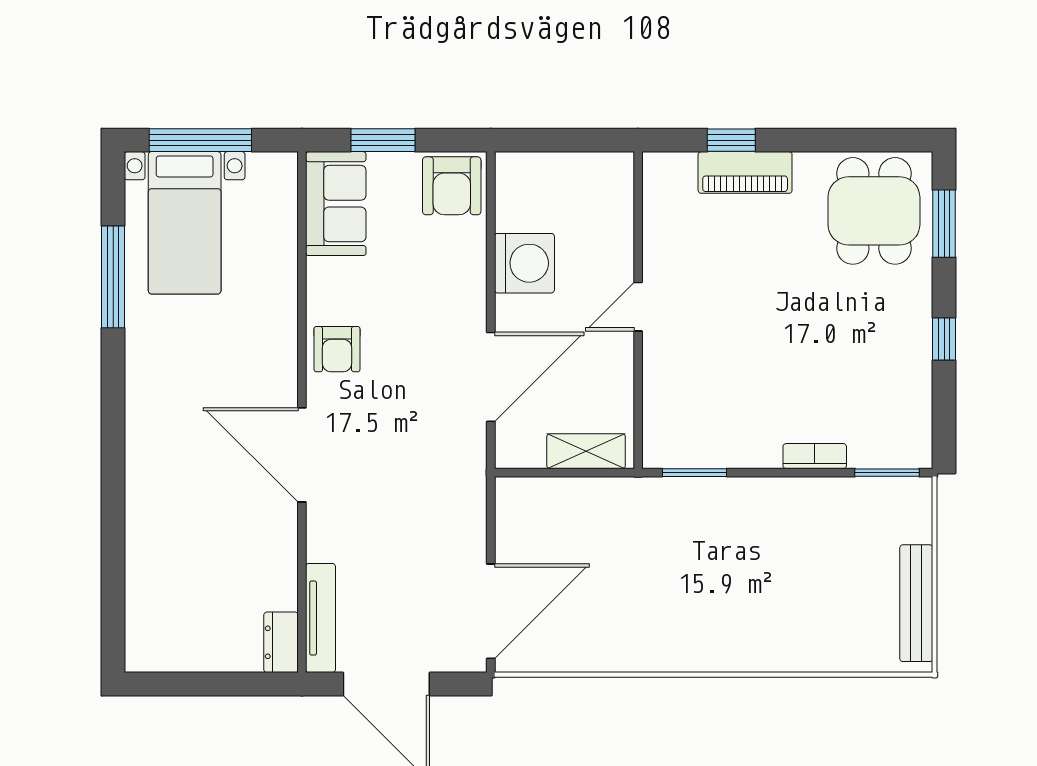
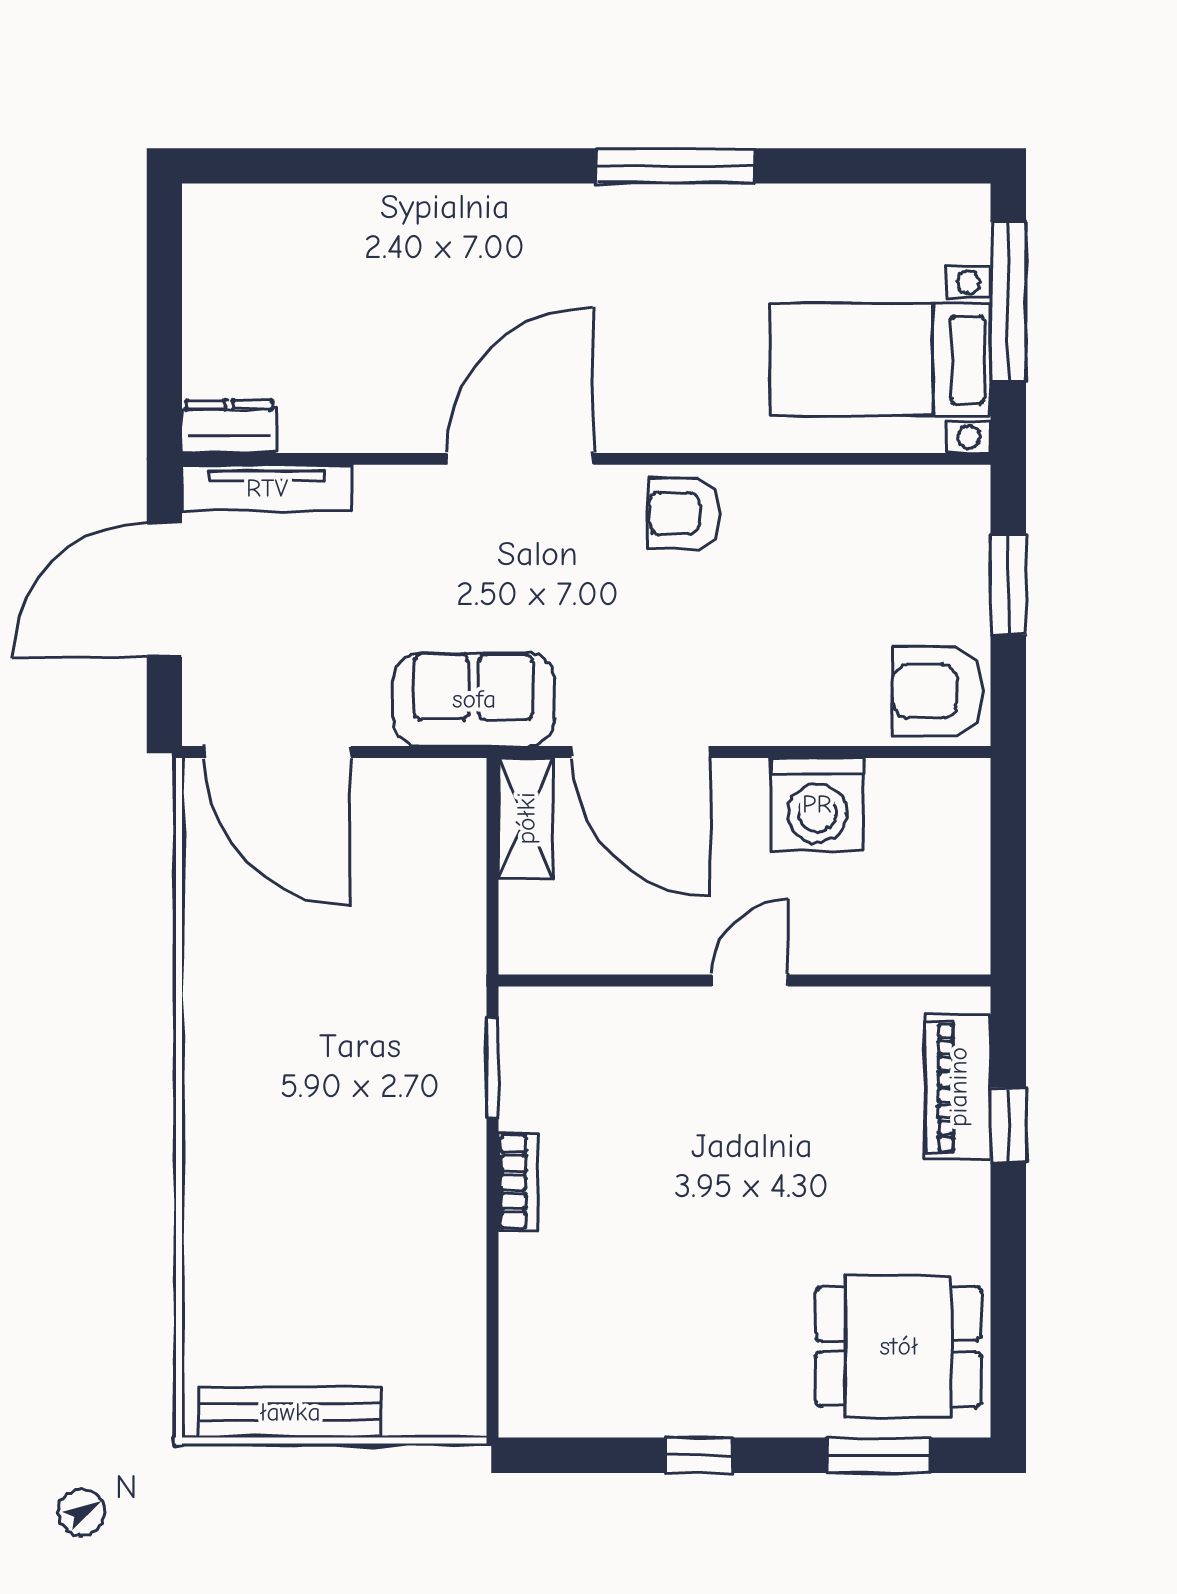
piano: (745, 172) -> (958, 1087), moved
sofa: (336, 204) -> (474, 699), moved, turned 180
bed with nightstands: (185, 223) -> (880, 360), moved
window: (113, 277) -> (676, 166), moved
door: (638, 307) -> (750, 980), hinge flipped
shelving: (586, 451) -> (526, 818), moved
bookcase: (815, 456) -> (518, 1182), moved
window: (887, 473) -> (493, 1367), removed

